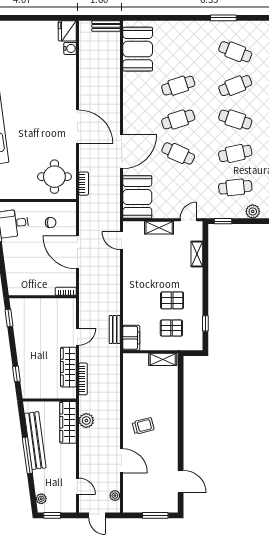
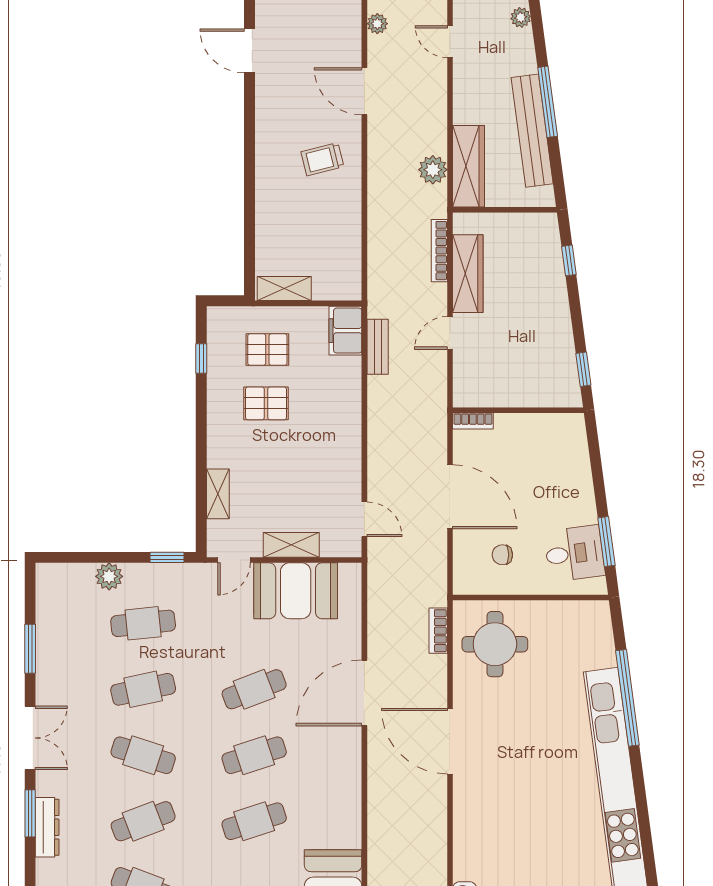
cafe table: (178, 153) -> (254, 689), turned -45
booth: (137, 197) -> (296, 591), moved, turned 90

